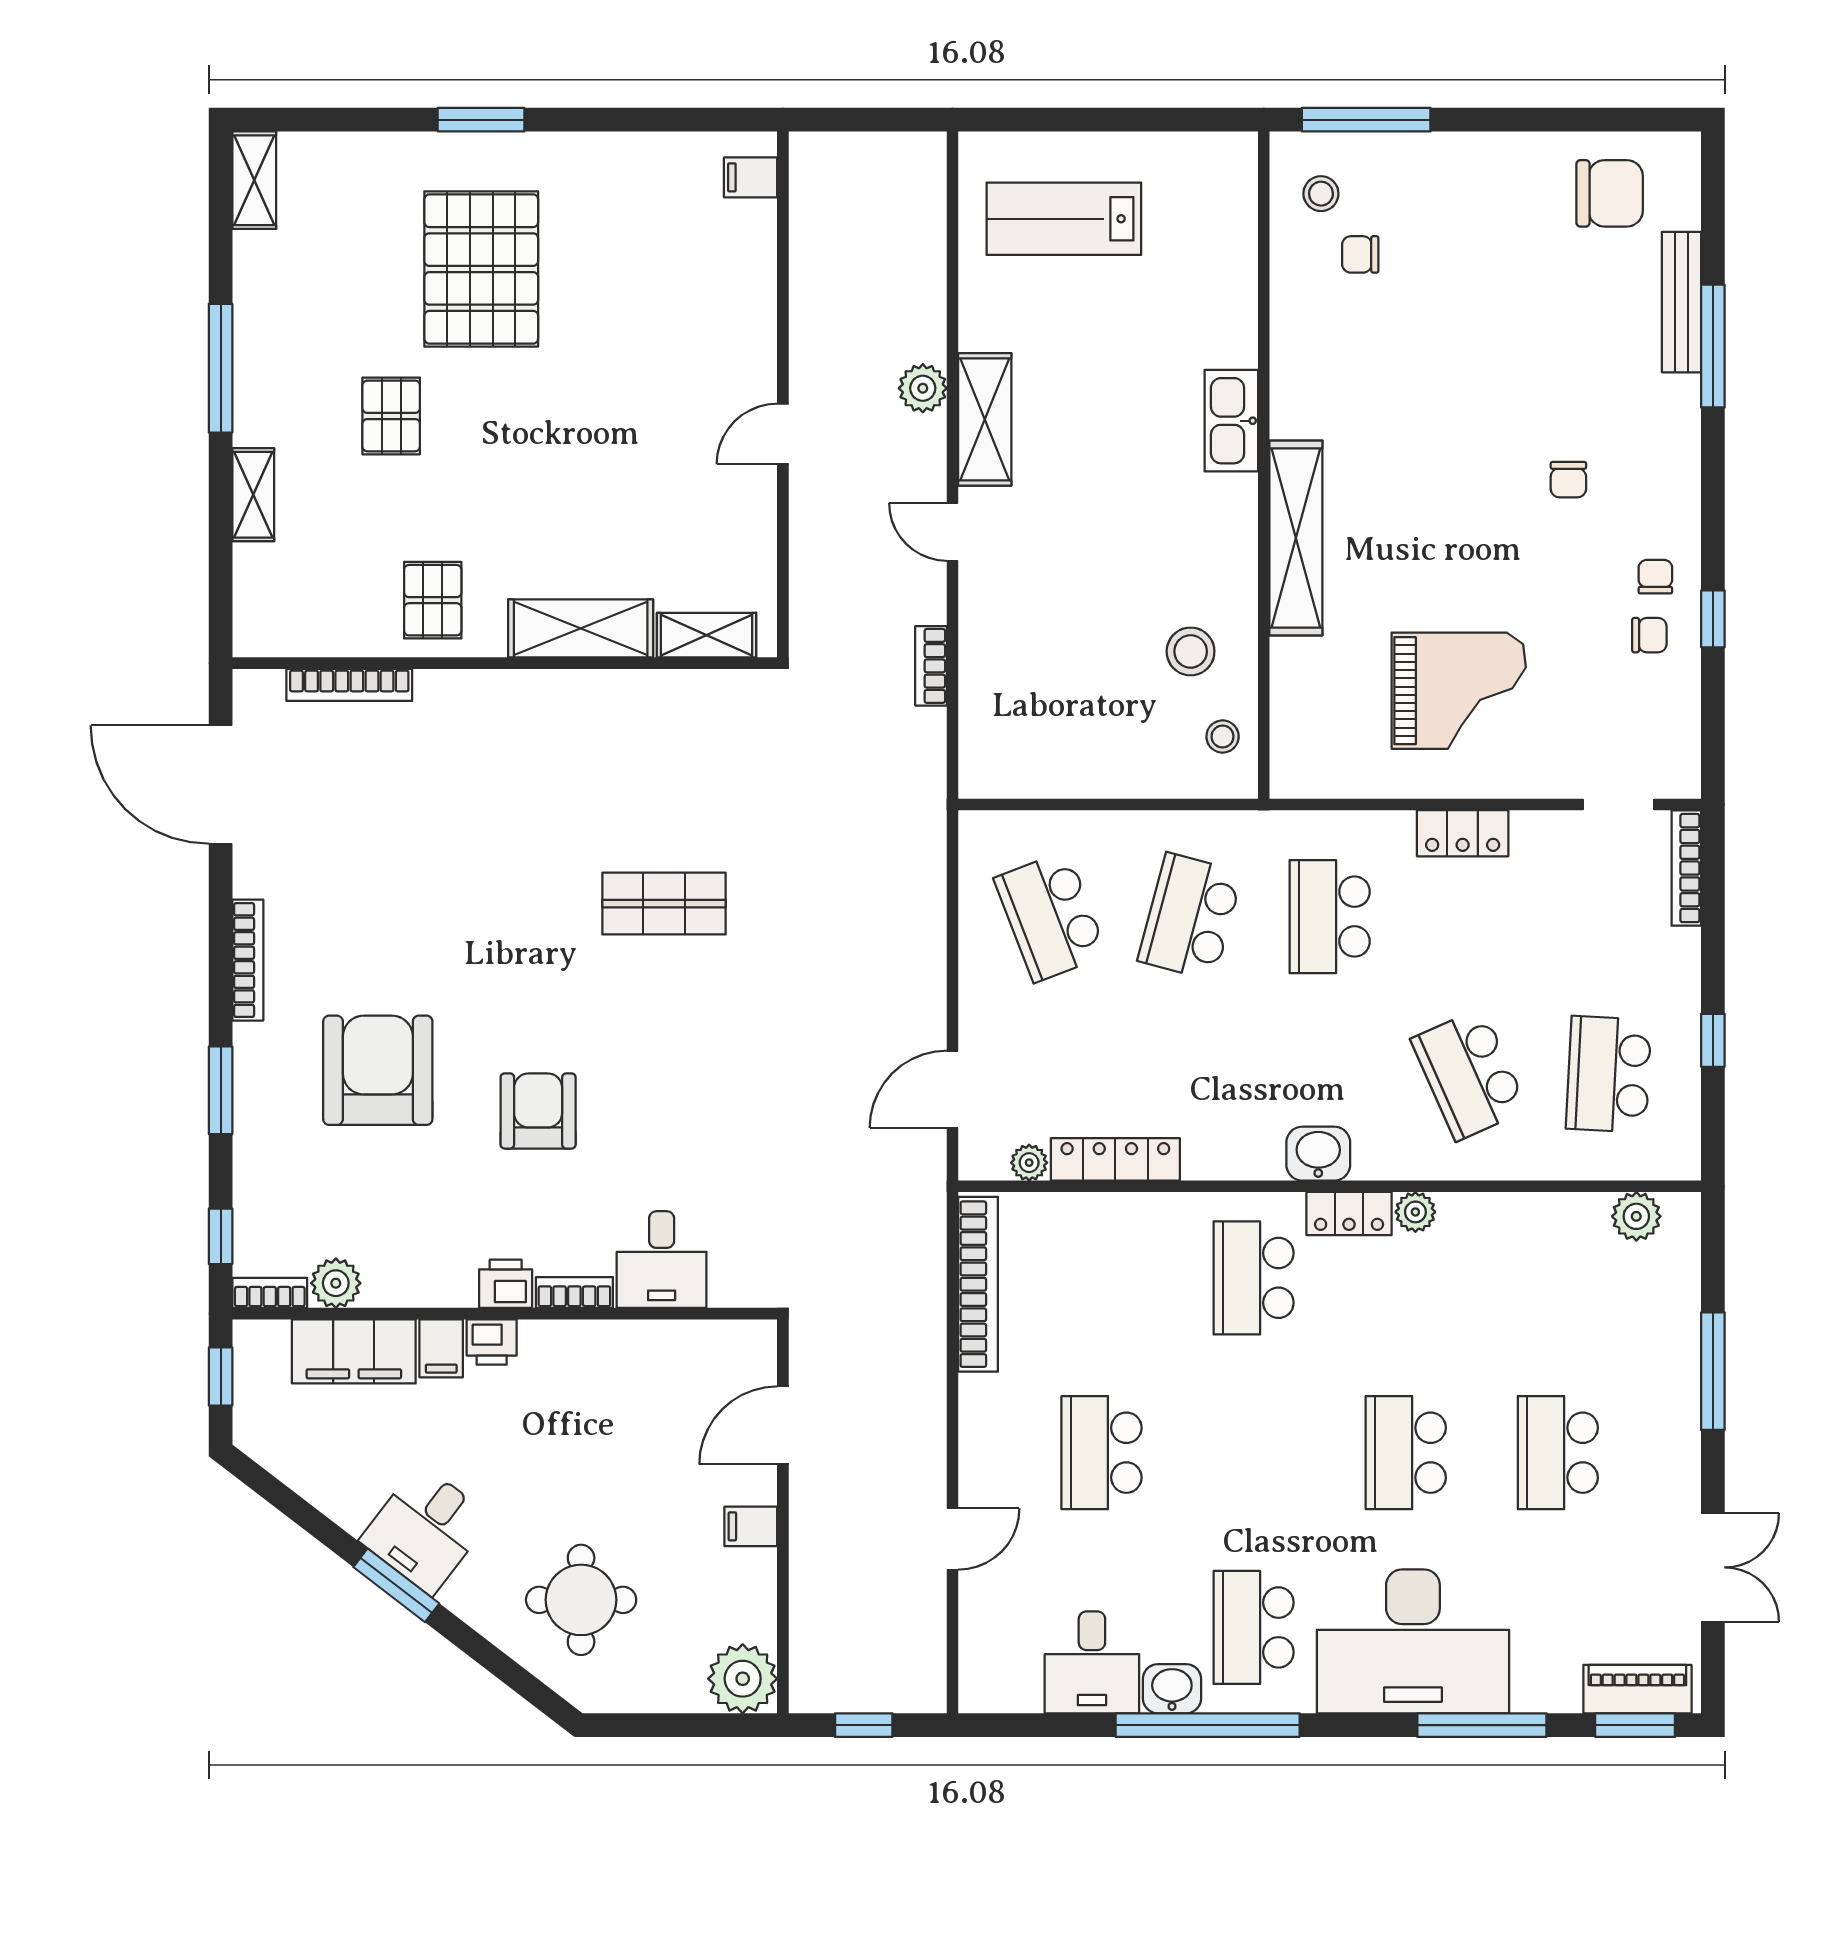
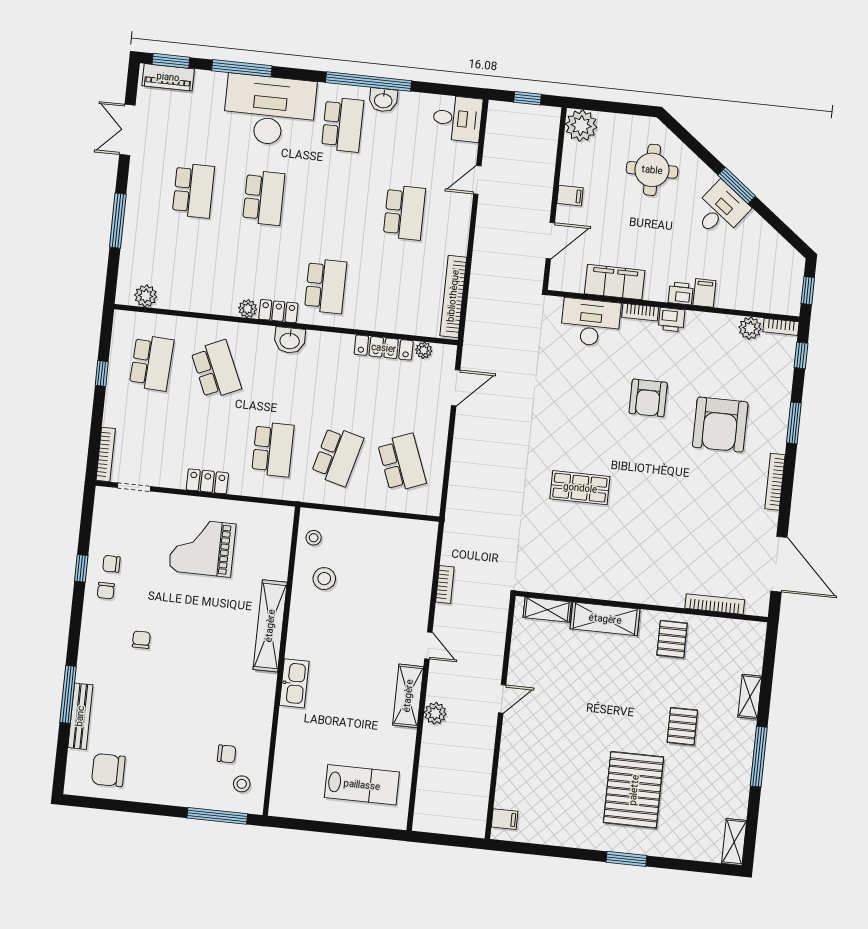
desk: (662, 1260) -> (591, 322), width x1.37
filing cabinet: (354, 1351) -> (615, 282), moved
desk: (1092, 1662) -> (457, 118), moved, turned 90

